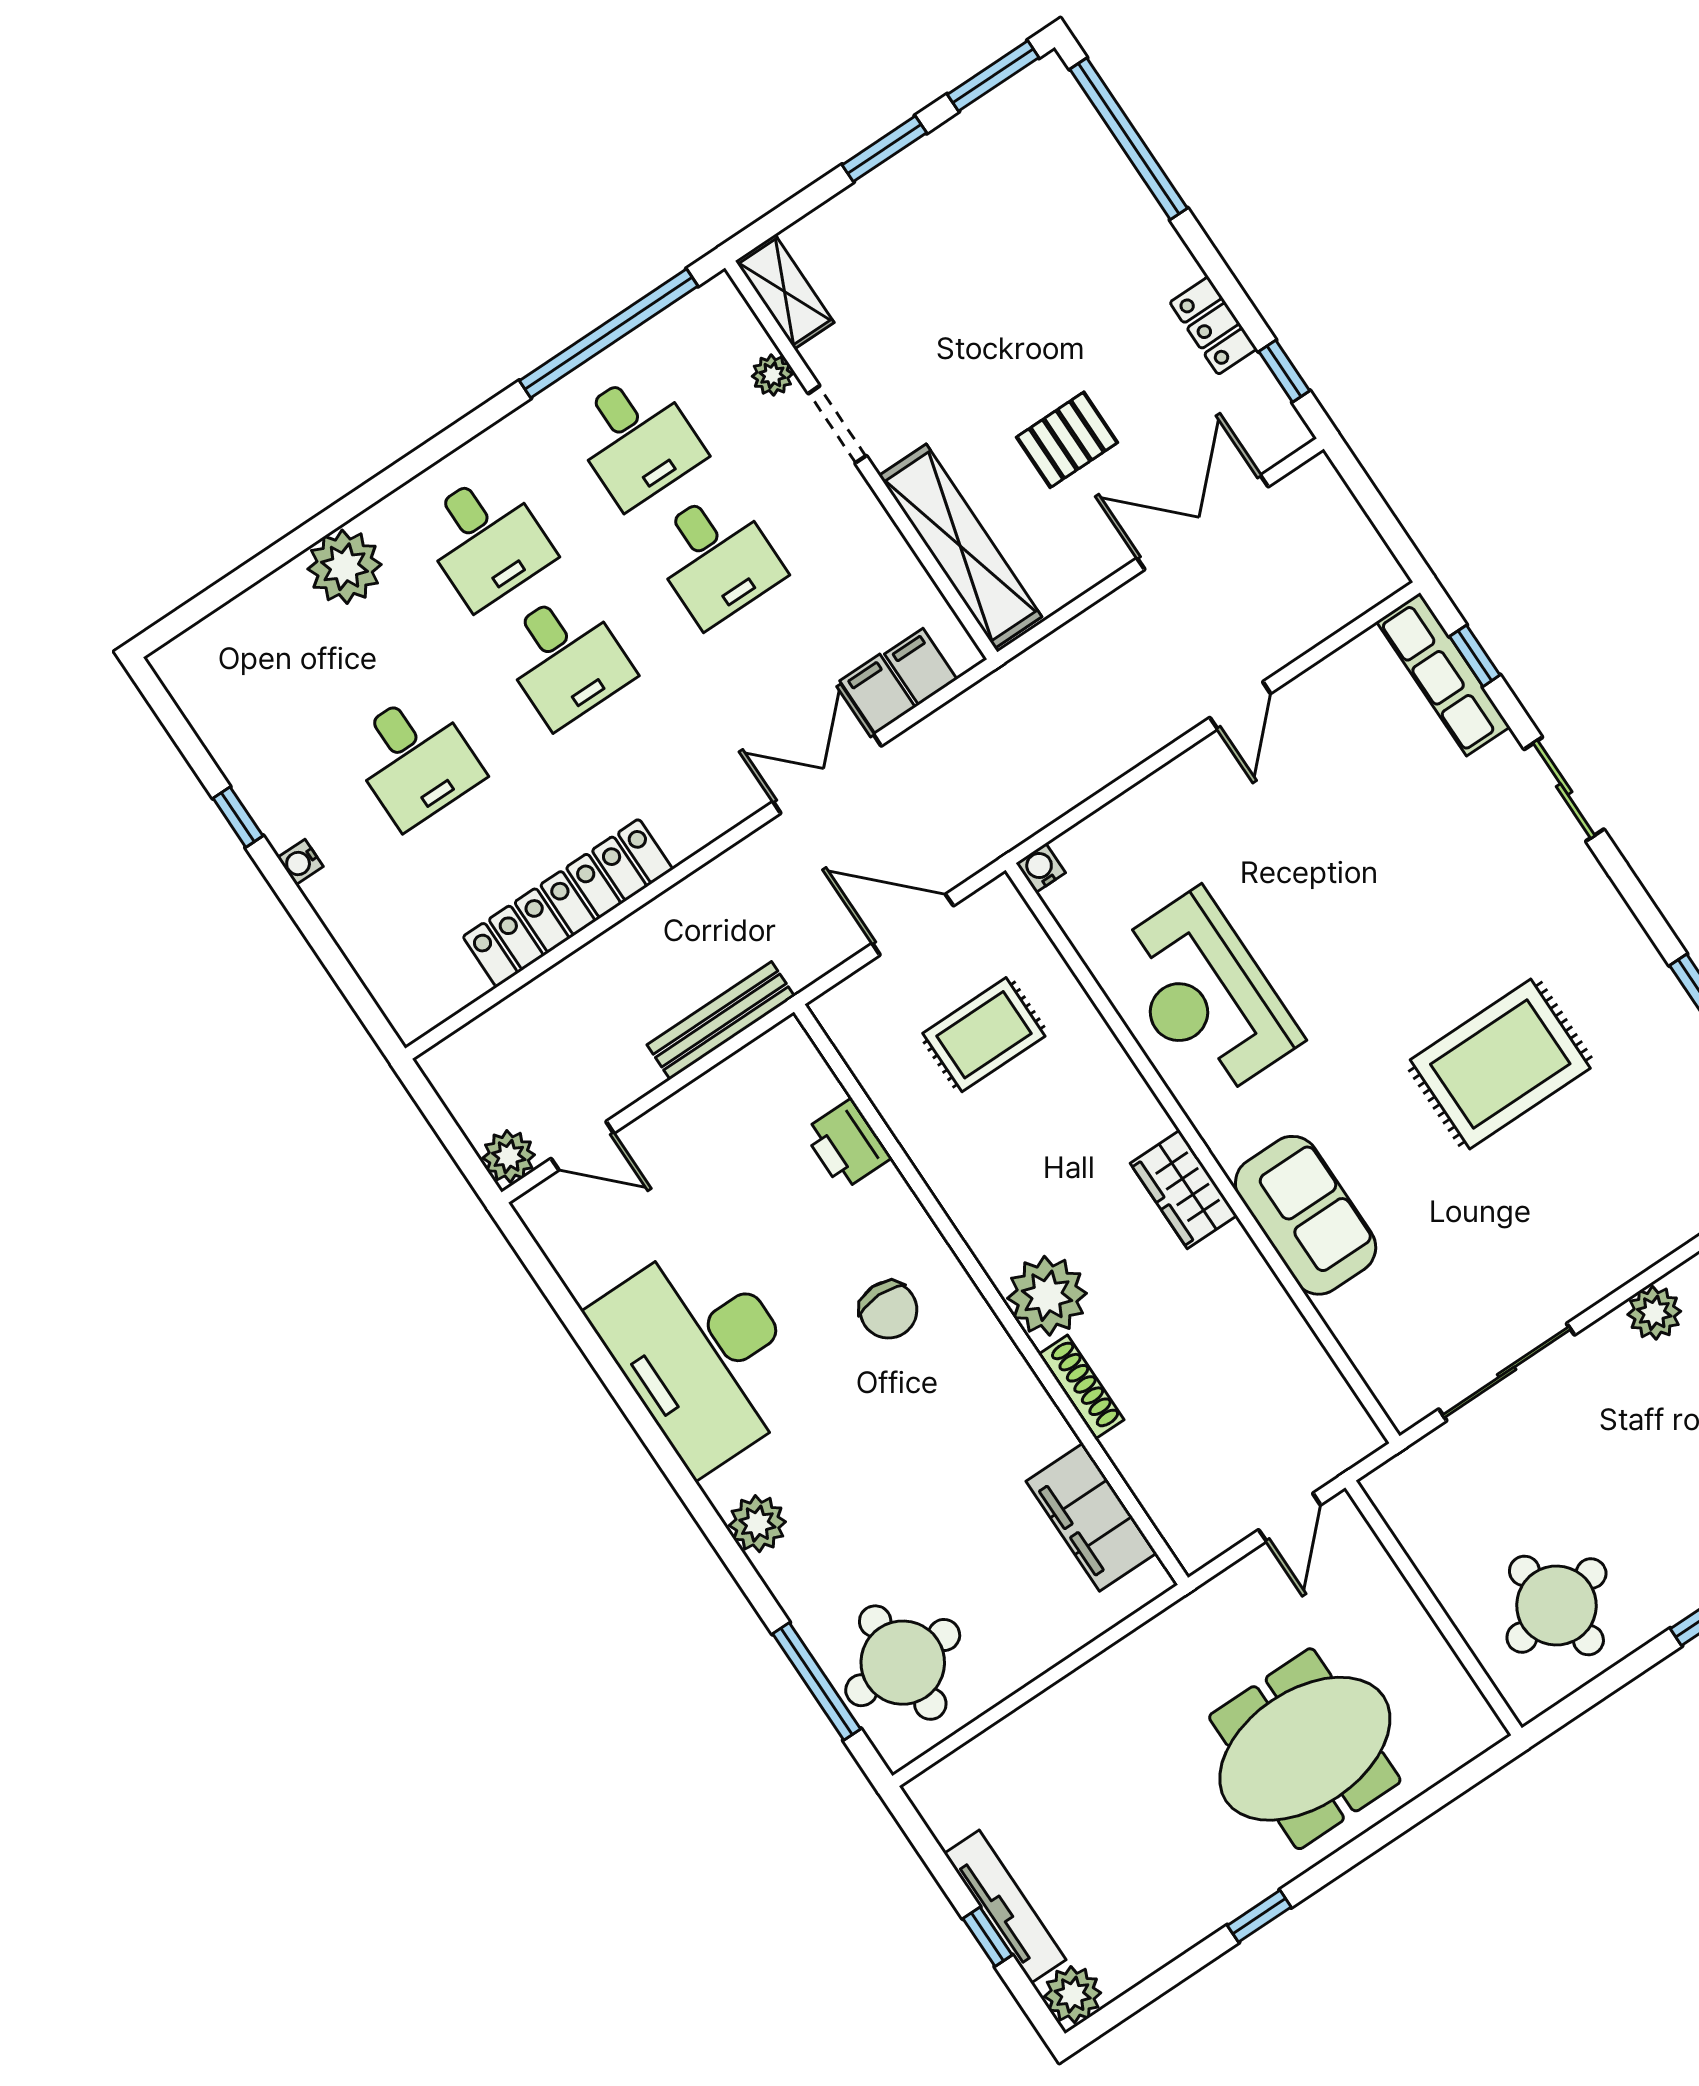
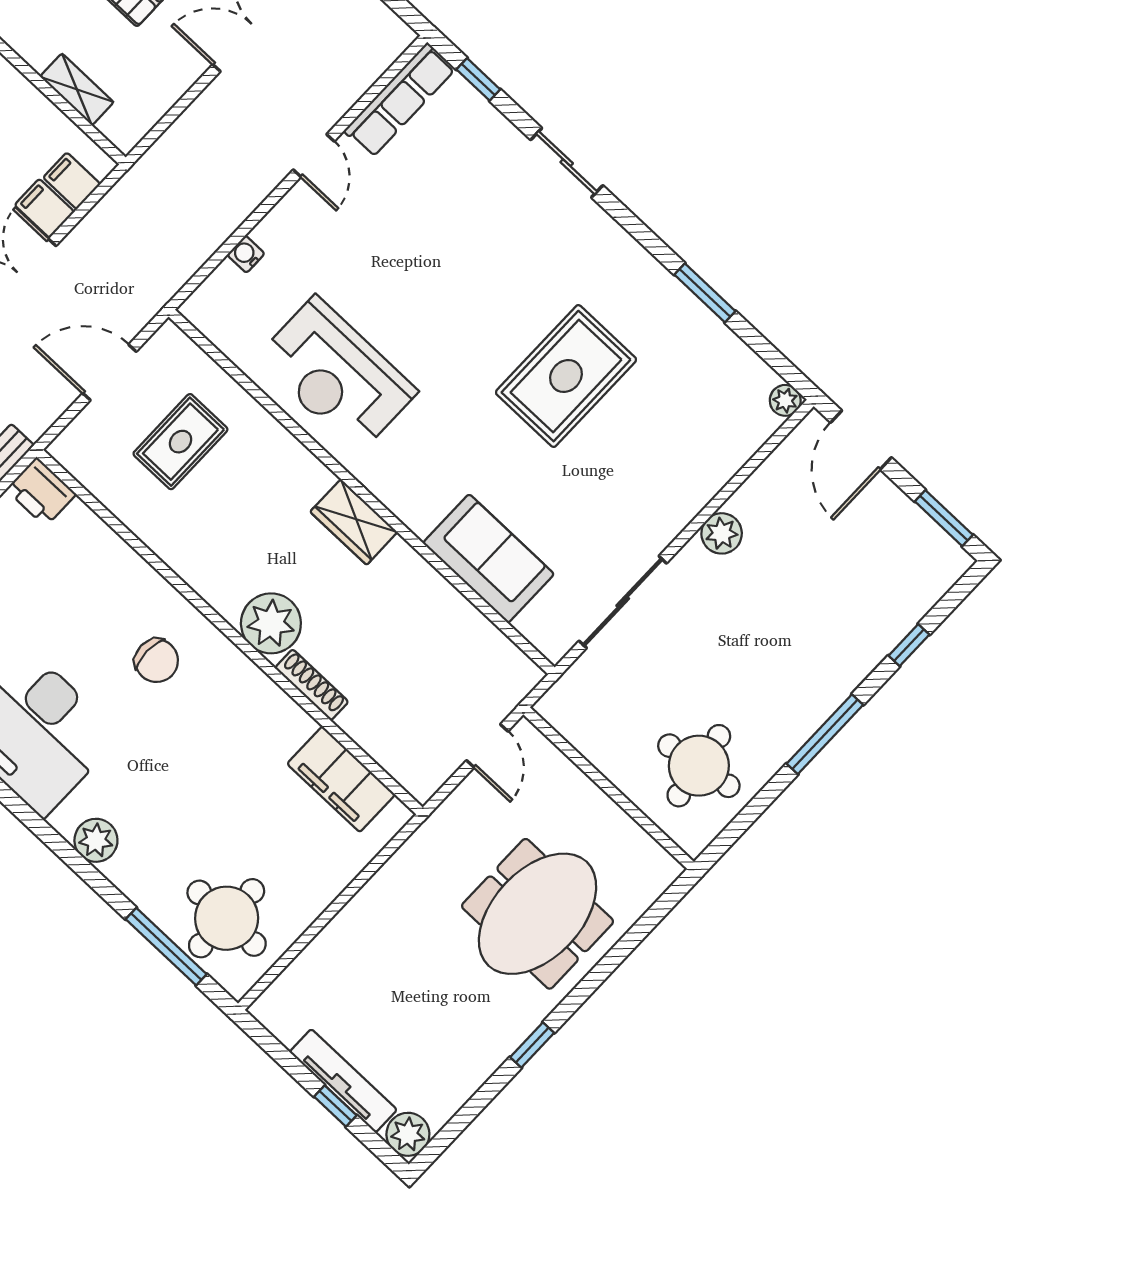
shelving: (960, 546) -> (77, 89), width x0.45, depth x0.75
row of seats: (1443, 674) -> (400, 100), moved, turned -90
water cooler: (1041, 868) -> (246, 254), moved
printer: (847, 1144) -> (41, 492), moved
sofa: (1306, 1215) -> (489, 559), moved

